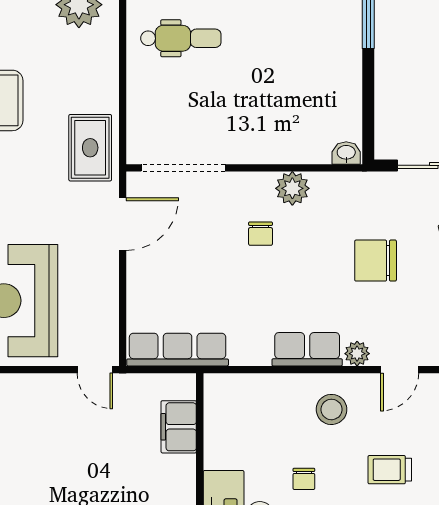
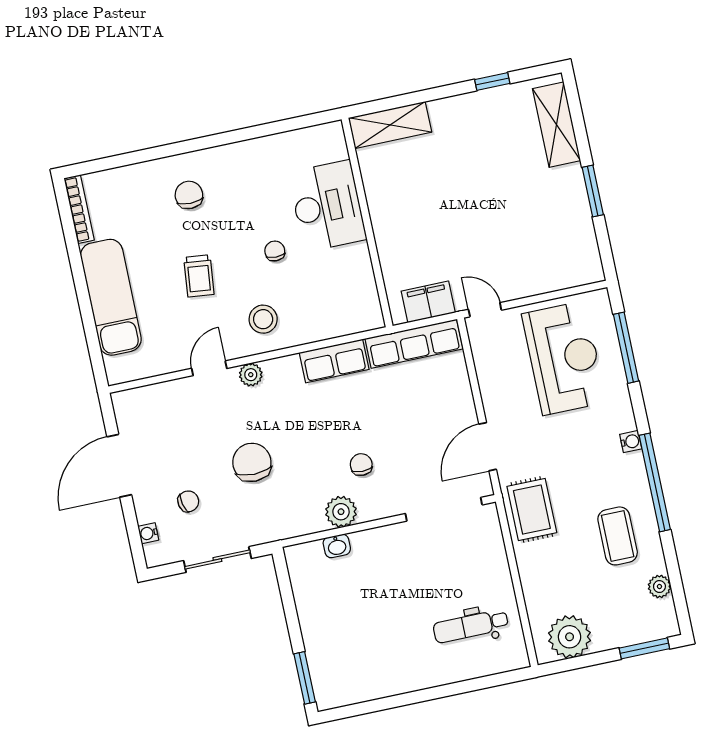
washbasin: (346, 153) -> (337, 546), moved
chair: (376, 261) -> (252, 462), turned -90
row of seats: (307, 349) -> (334, 361), moved
filing cabinet: (179, 427) -> (428, 302), moved, turned -90
trolley: (390, 470) -> (199, 276), turned 96

